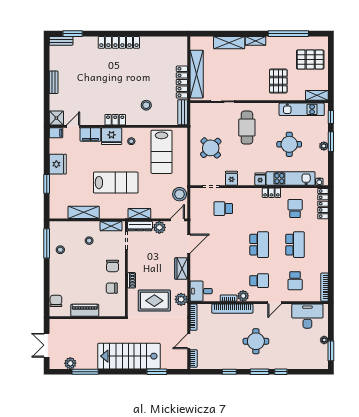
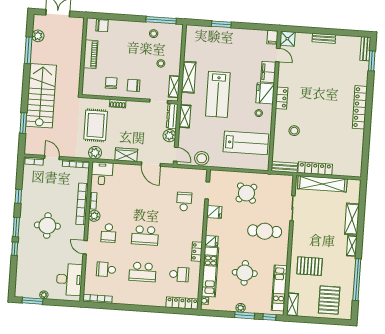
lab bench: (162, 152) -> (246, 143), turned 180
fridge: (58, 164) -> (241, 37), removed
shelving: (84, 212) -> (189, 77), moved

